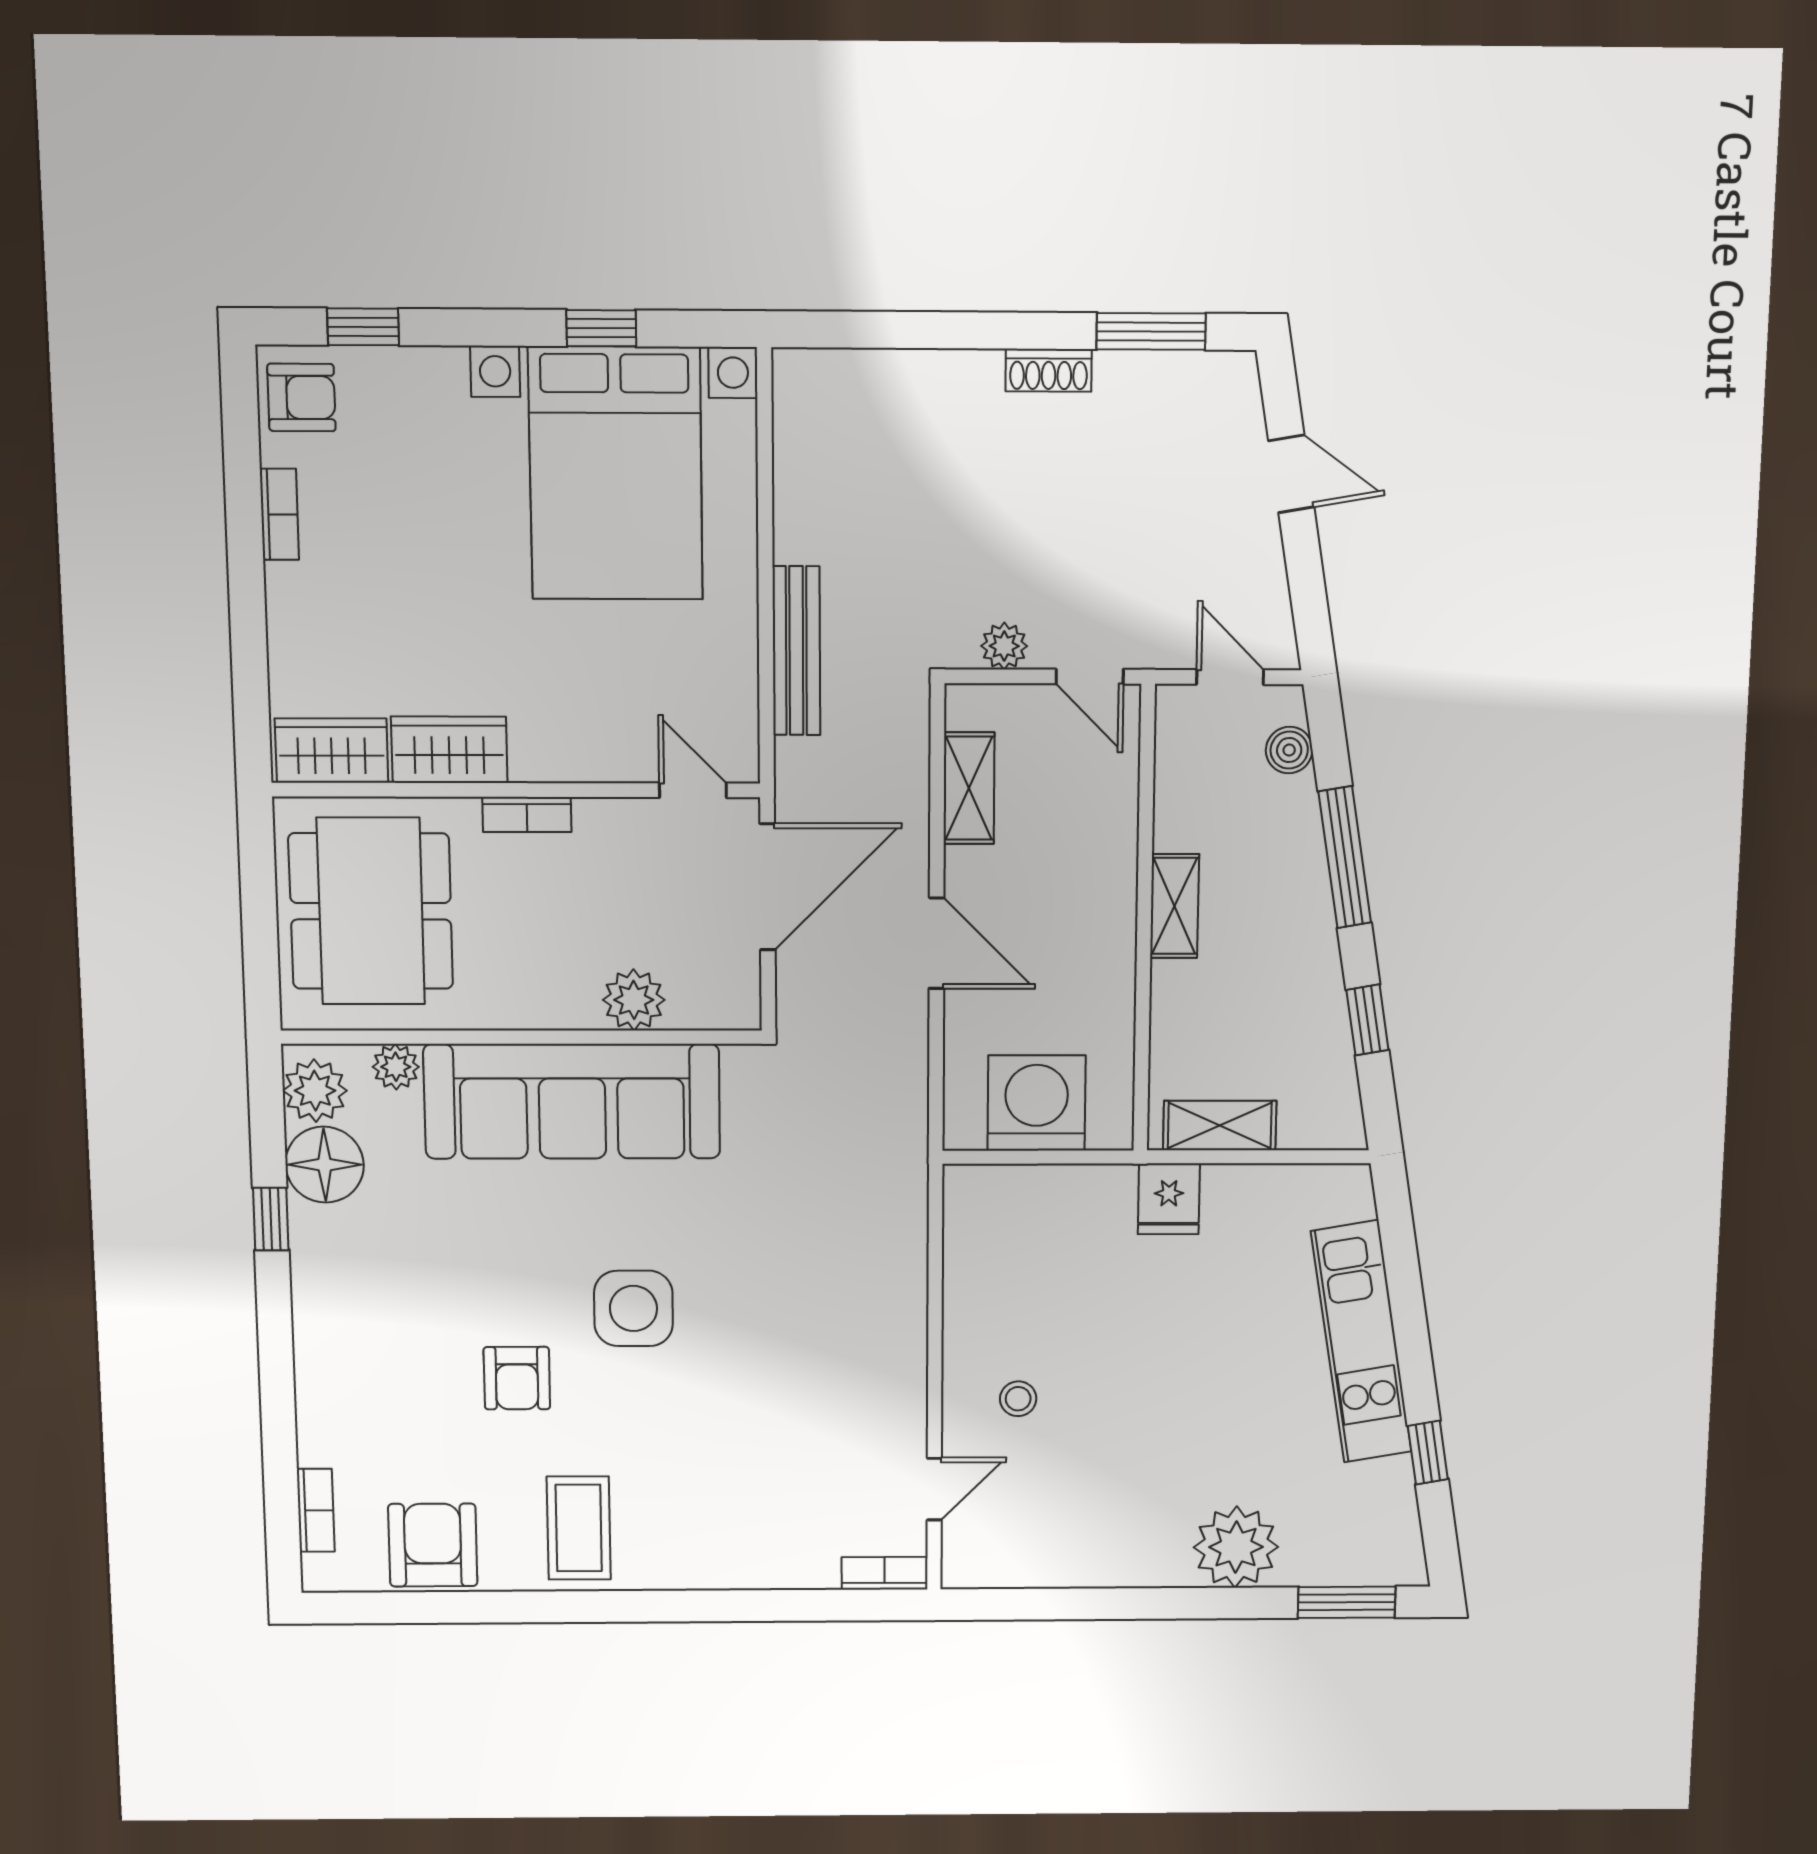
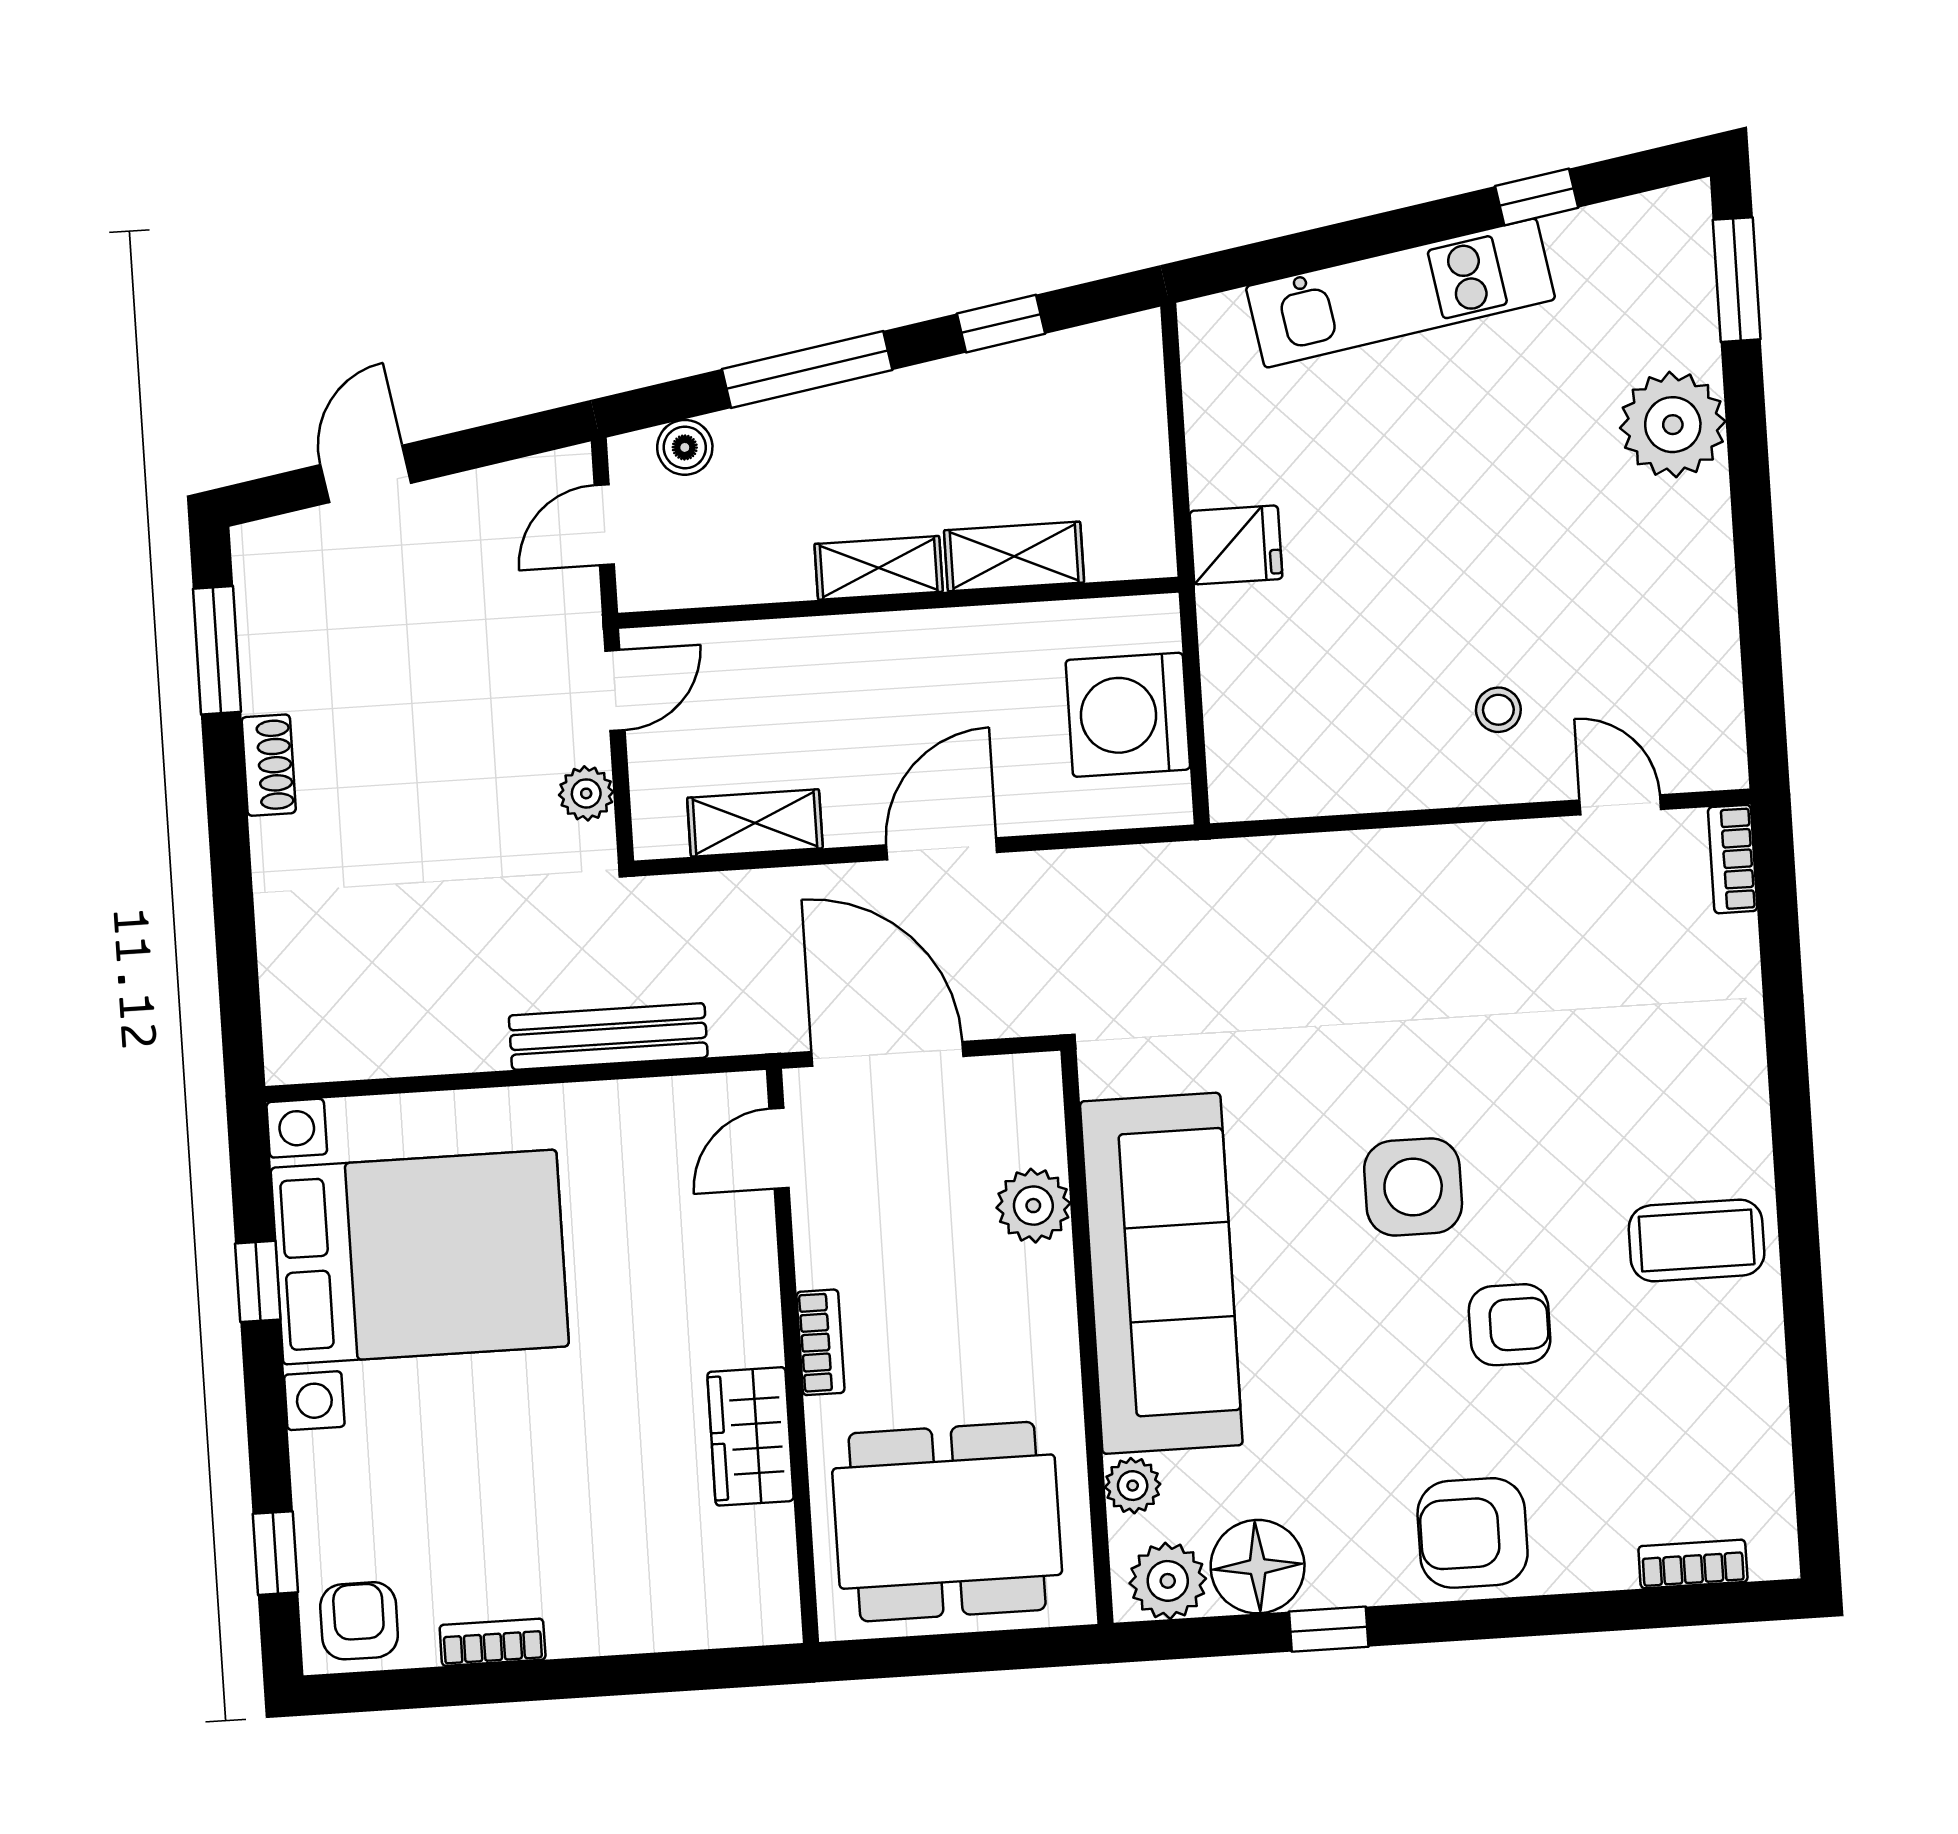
wardrobe: (332, 751) -> (761, 1574), removed
shelving: (1220, 1126) -> (1014, 556), moved, turned 90
armchair: (433, 1545) -> (1473, 1533), moved

